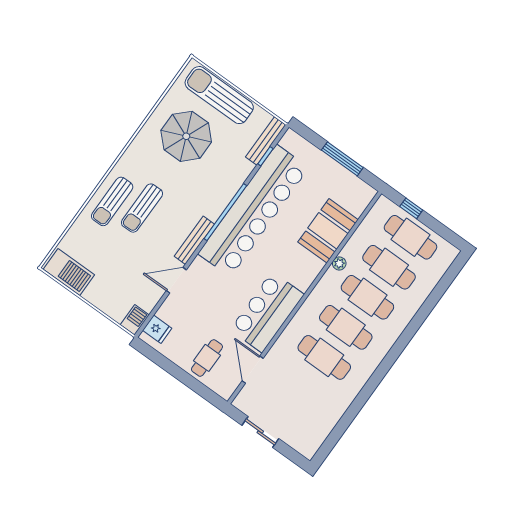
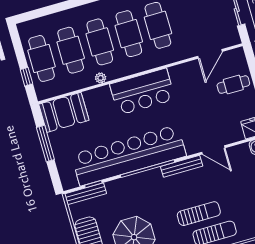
booth: (328, 231) -> (64, 112), moved
bar counter: (267, 312) -> (142, 92), moved

